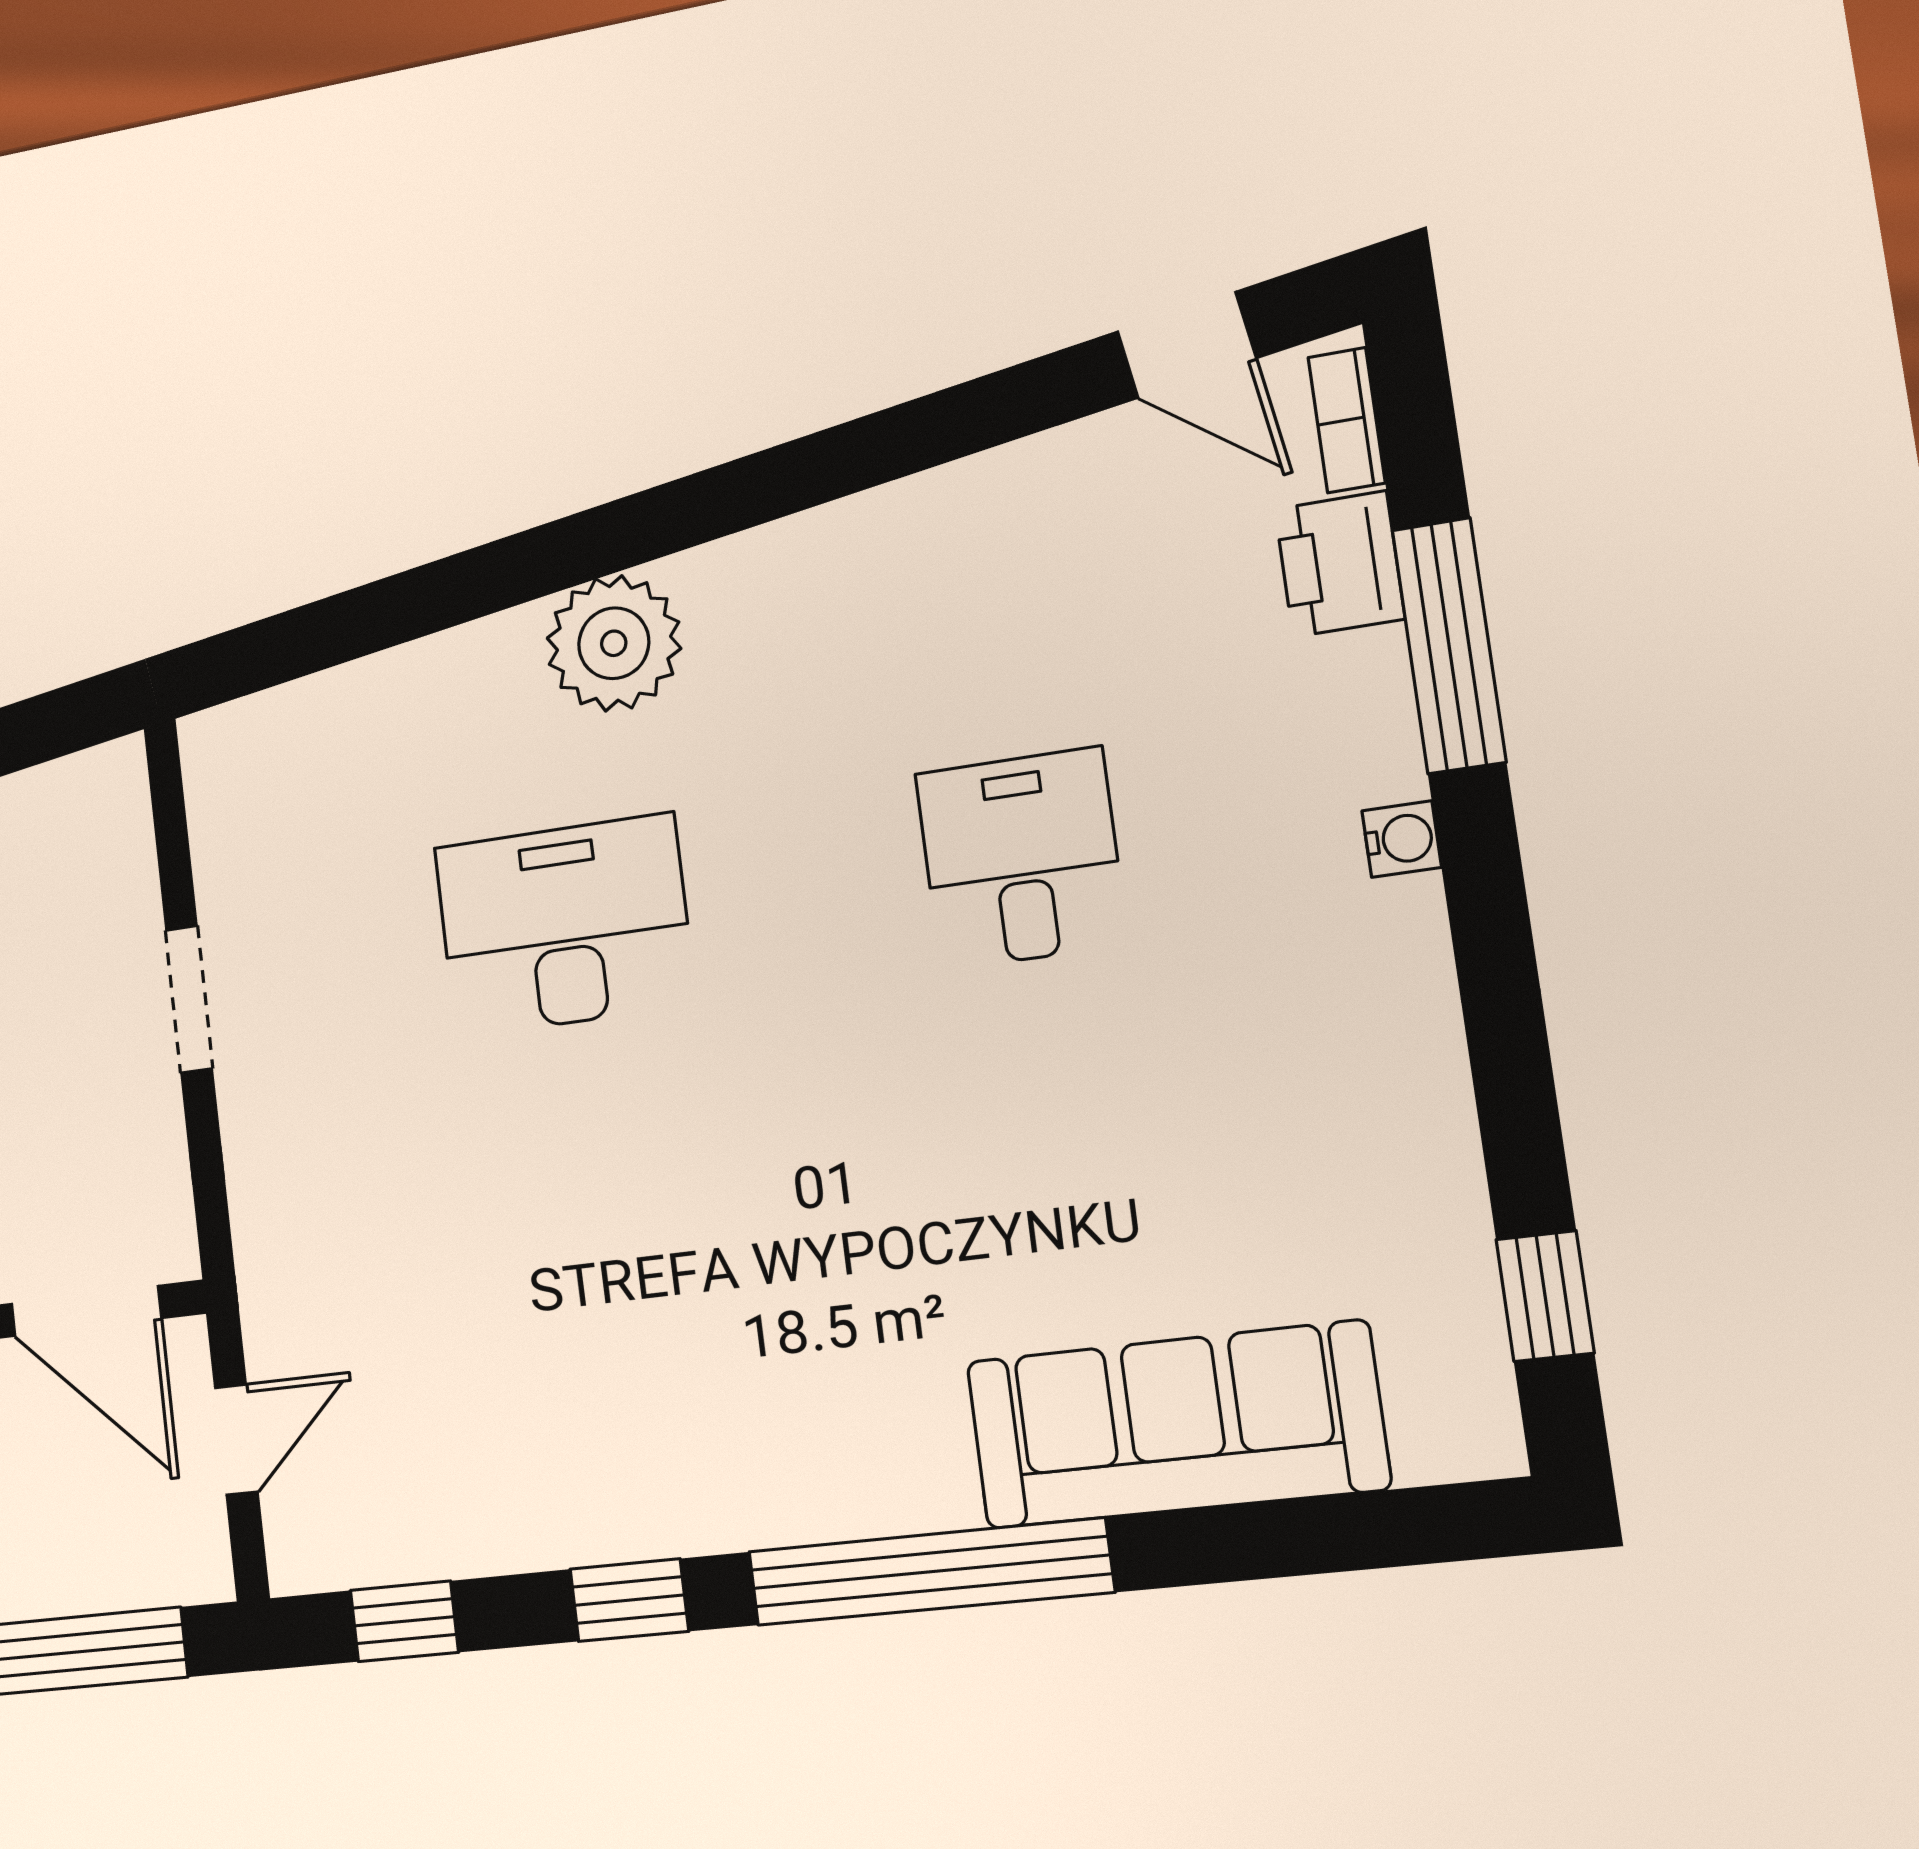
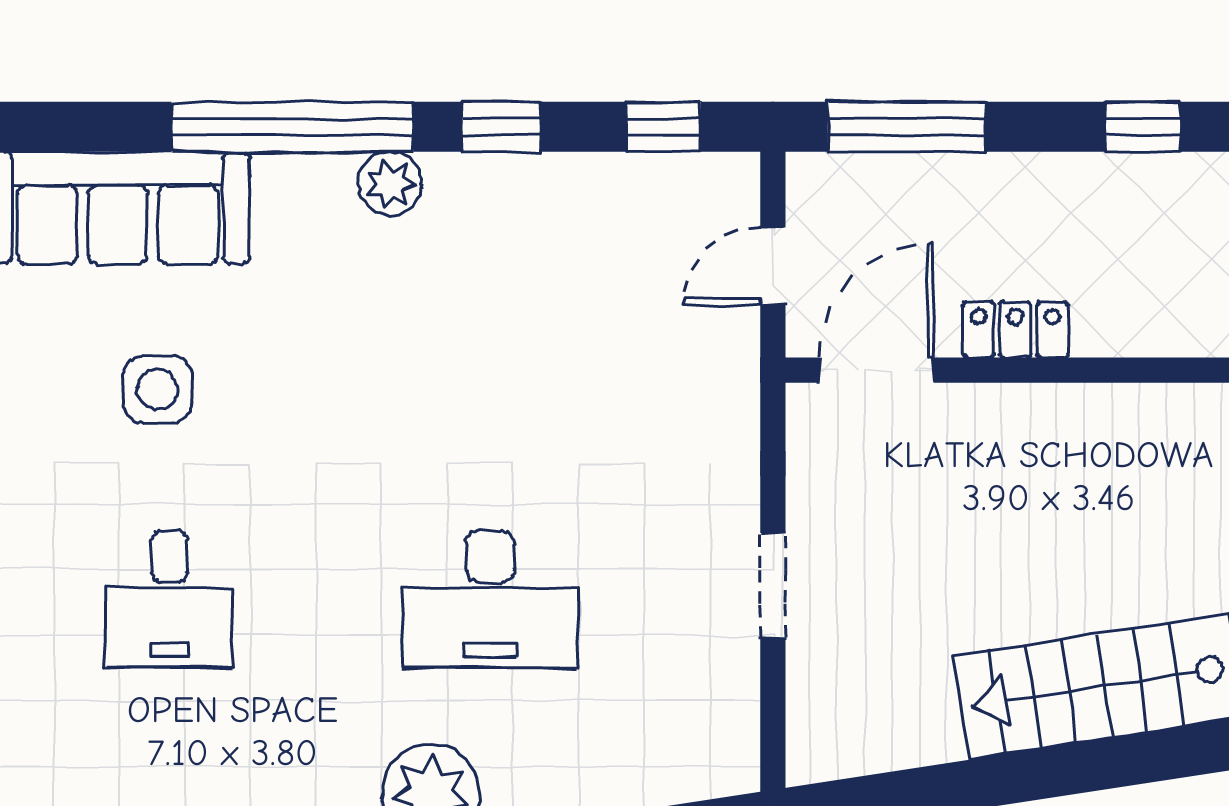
side table: (1080, 1162) -> (158, 389), added
door: (86, 1311) -> (876, 370), hinge flipped
plant: (777, 1502) -> (390, 184), added

